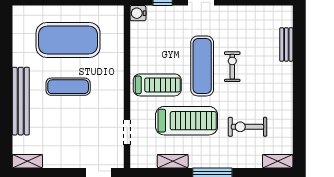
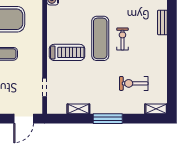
treadmill: (187, 121) -> (89, 79), removed

